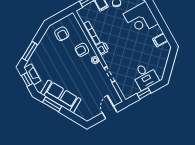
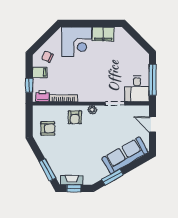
filing cabinet: (160, 40) -> (103, 34), width x2.00
printer: (102, 48) -> (42, 96), moved
desk: (145, 76) -> (137, 89), moved, turned 90
window: (144, 93) -> (152, 80), width x2.17
sofa: (61, 96) -> (125, 155), moved

